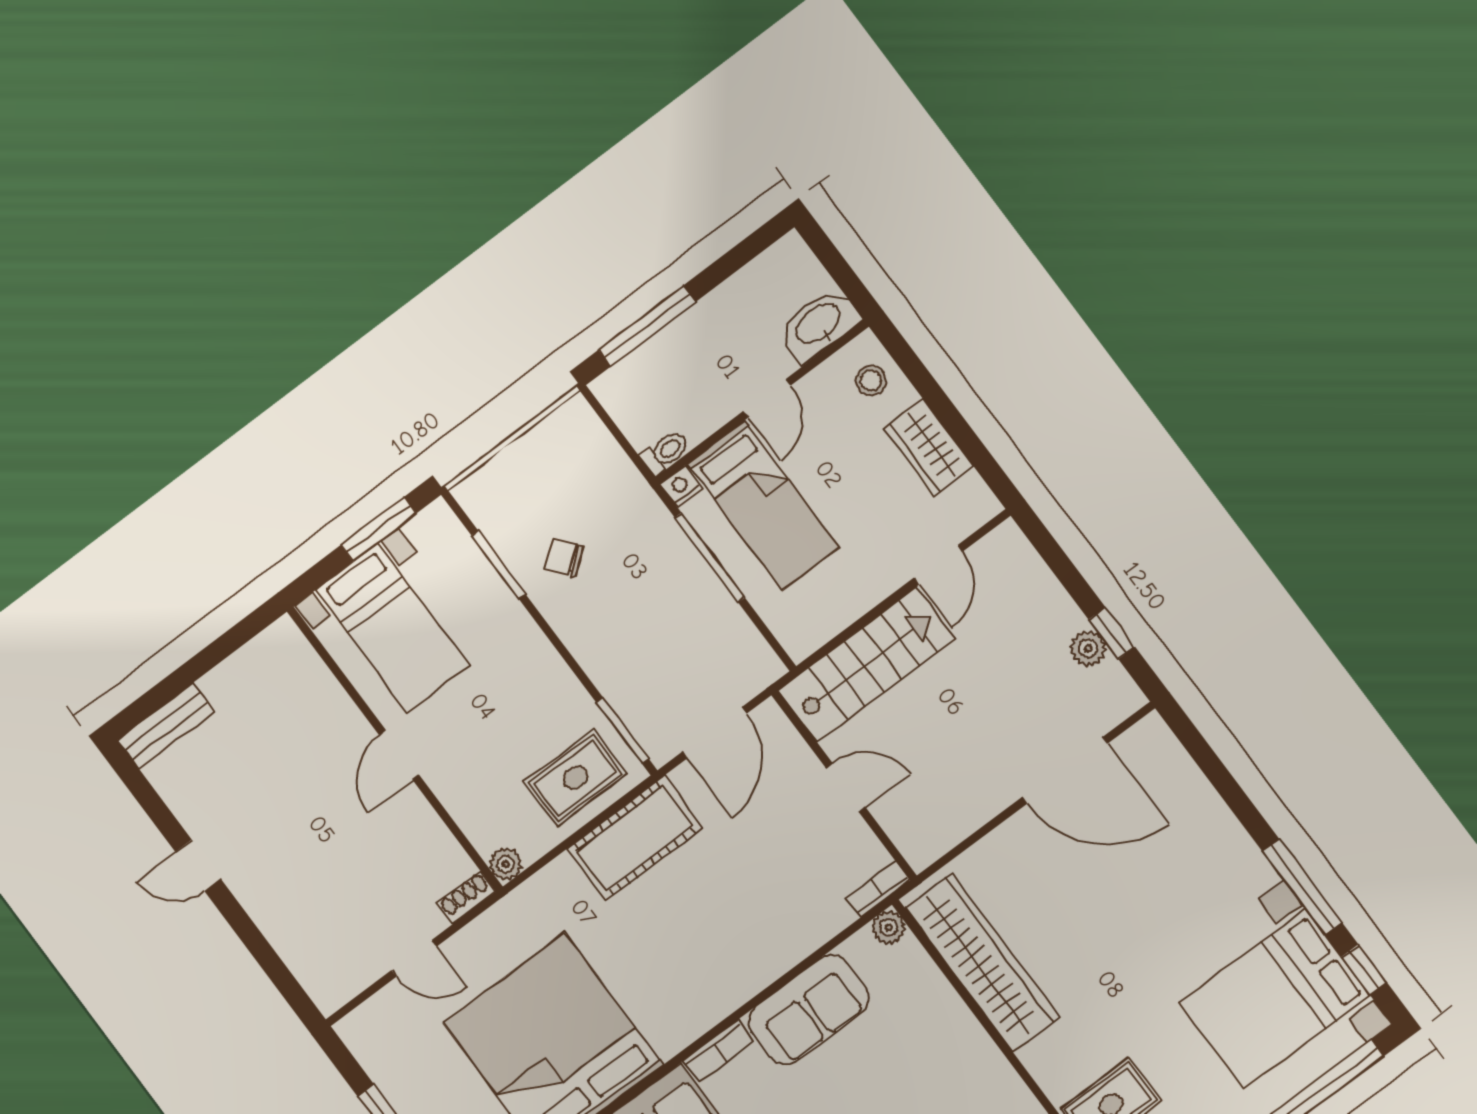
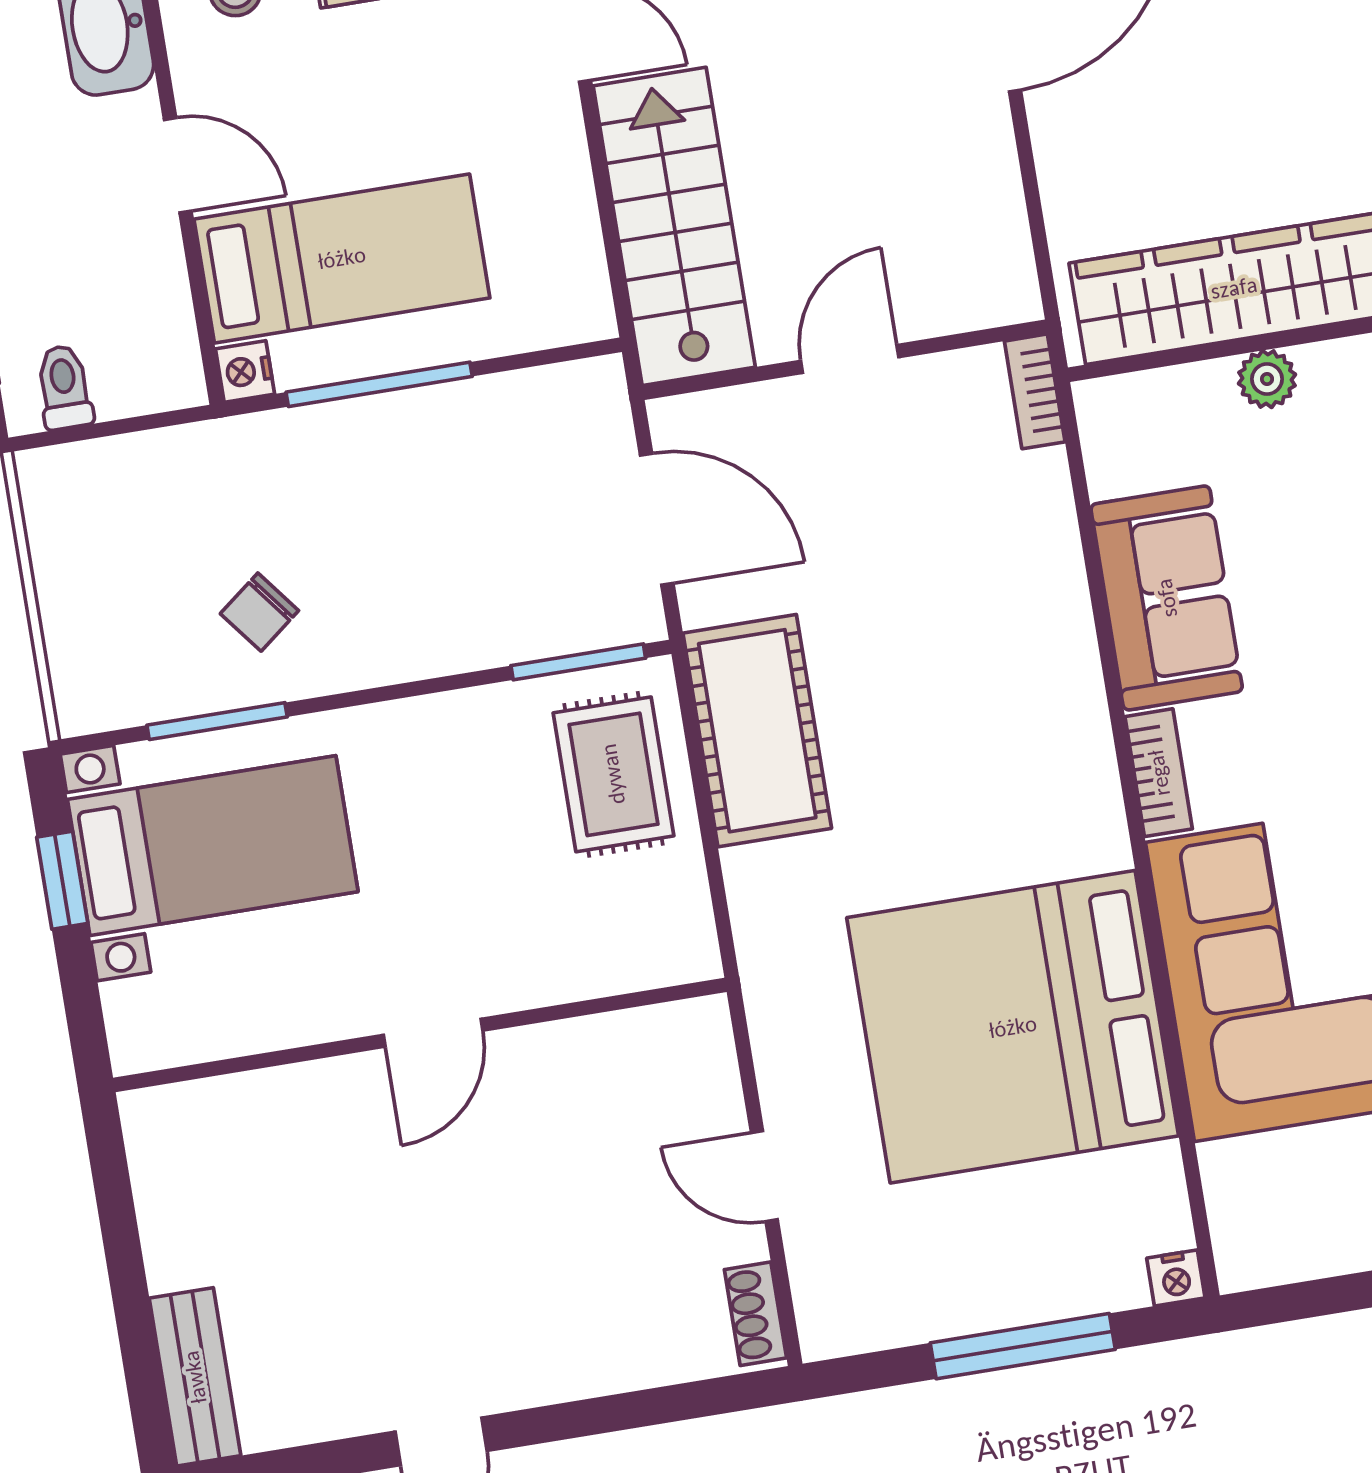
toilet: (665, 452) -> (64, 387), moved
window: (379, 529) -> (62, 880), width x0.67
bed with nightstands: (392, 628) -> (213, 846), moved
door: (399, 755) -> (433, 1033), hinge flipped
plant: (506, 864) -> (692, 954), removed
shoe rack: (466, 897) -> (756, 1314), moved
plant: (889, 928) -> (1267, 379), moved
door: (414, 958) -> (764, 1176), swing flipped

